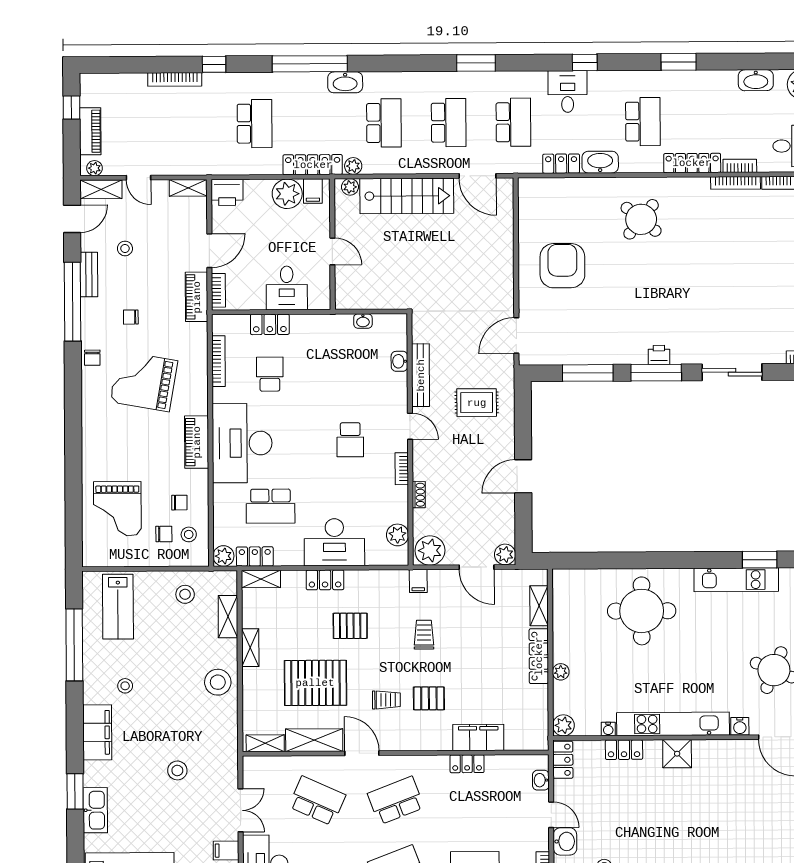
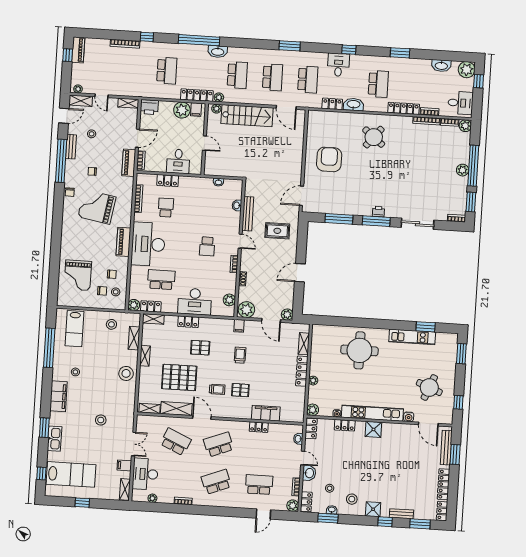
piano: (90, 131) -> (78, 50), moved
school desk: (271, 506) -> (161, 280), turned 180

